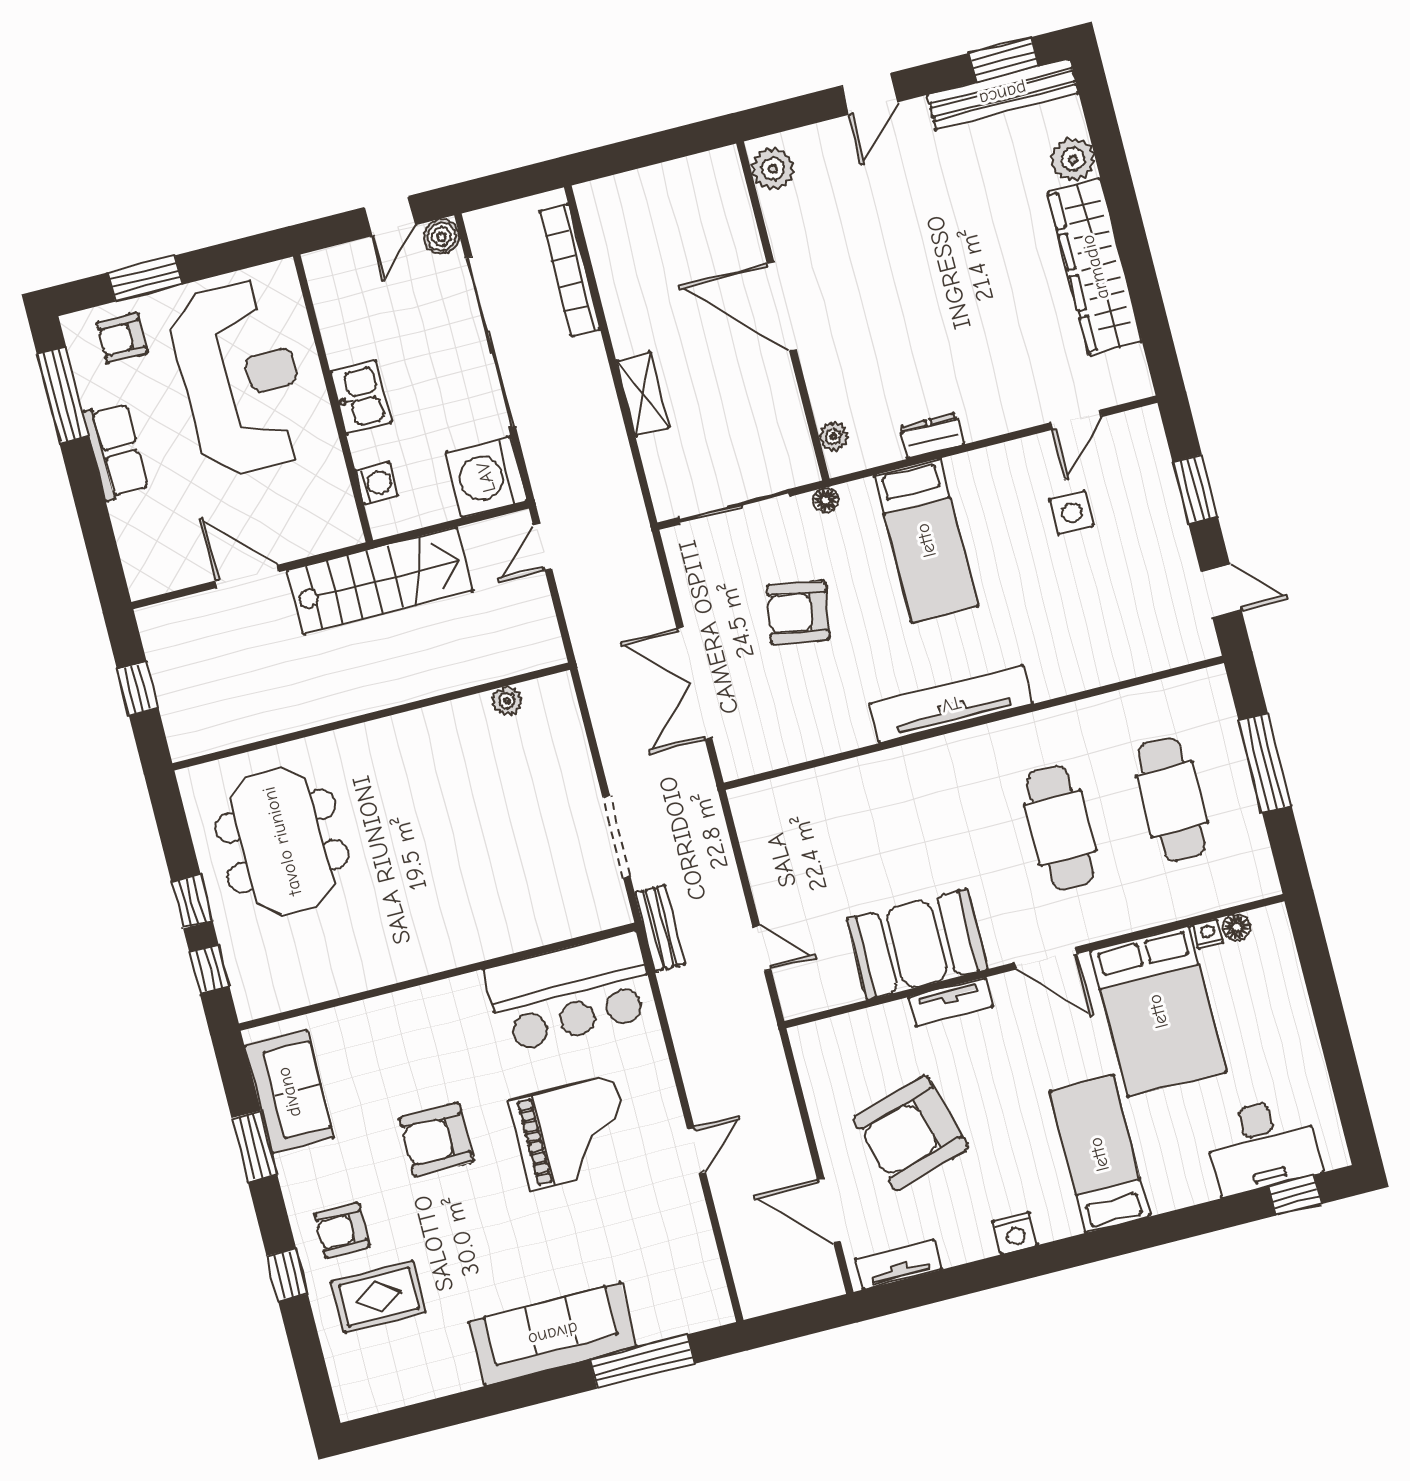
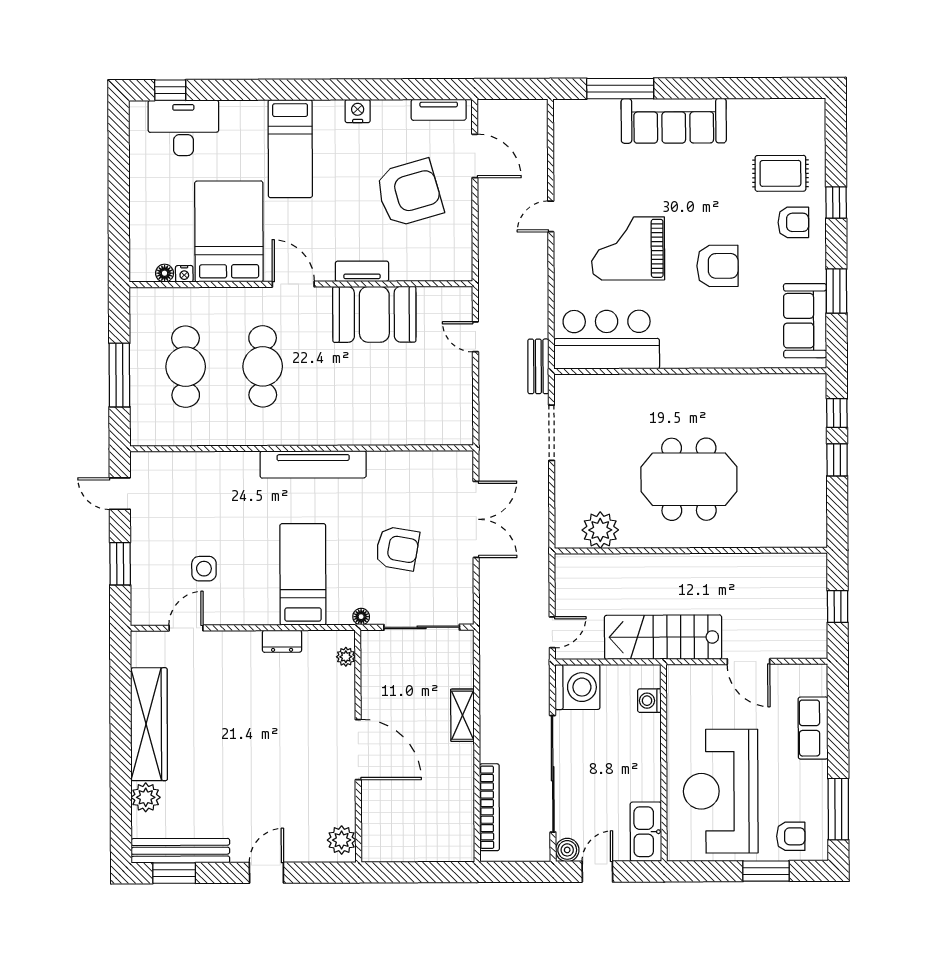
kitchen sink: (361, 397) -> (646, 832), moved, width x1.38
row of seats: (116, 451) -> (813, 728), moved
plant: (507, 701) -> (600, 530), width x1.87, depth x1.87
meeting table: (282, 841) -> (689, 479), moved, turned 90

